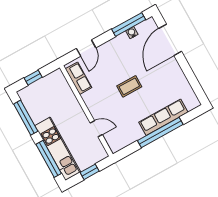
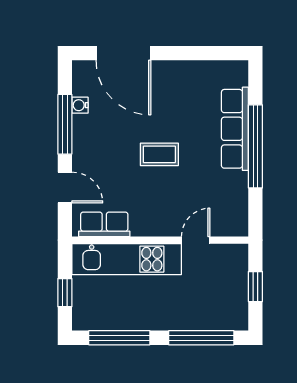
window: (129, 24) -> (65, 124), moved
coffee table: (129, 86) -> (159, 154), turned 90
kitchen unit: (58, 149) -> (127, 259), moved, turned 180

